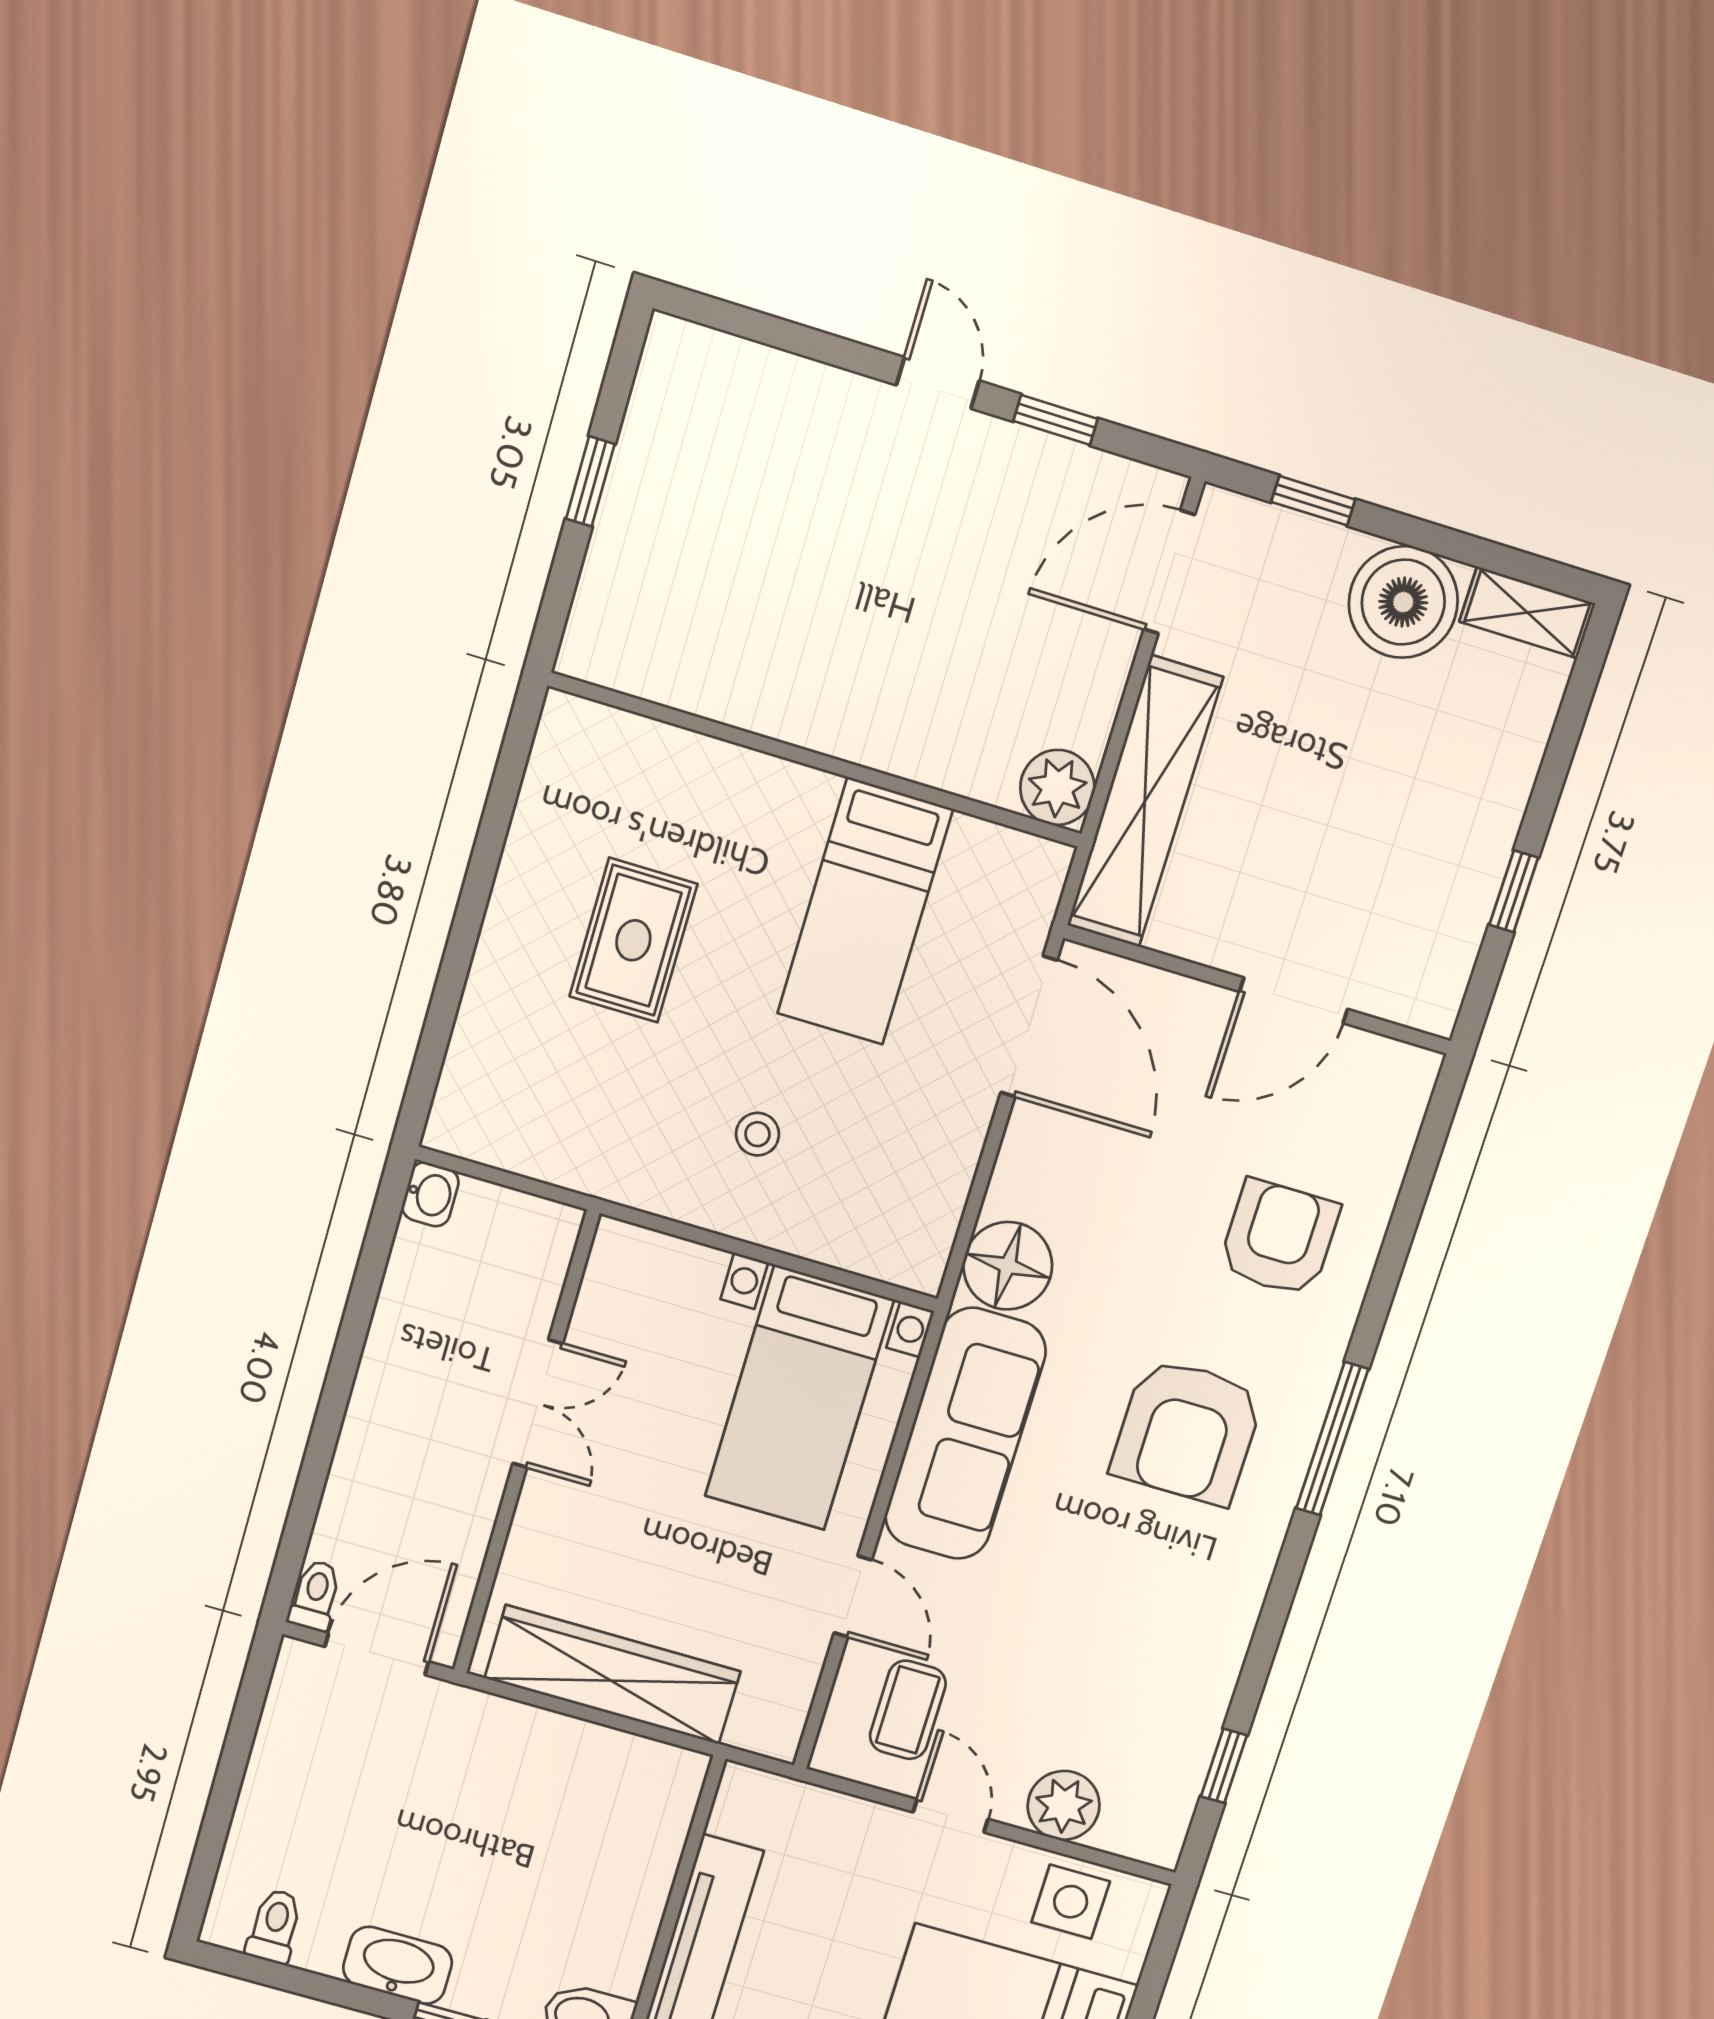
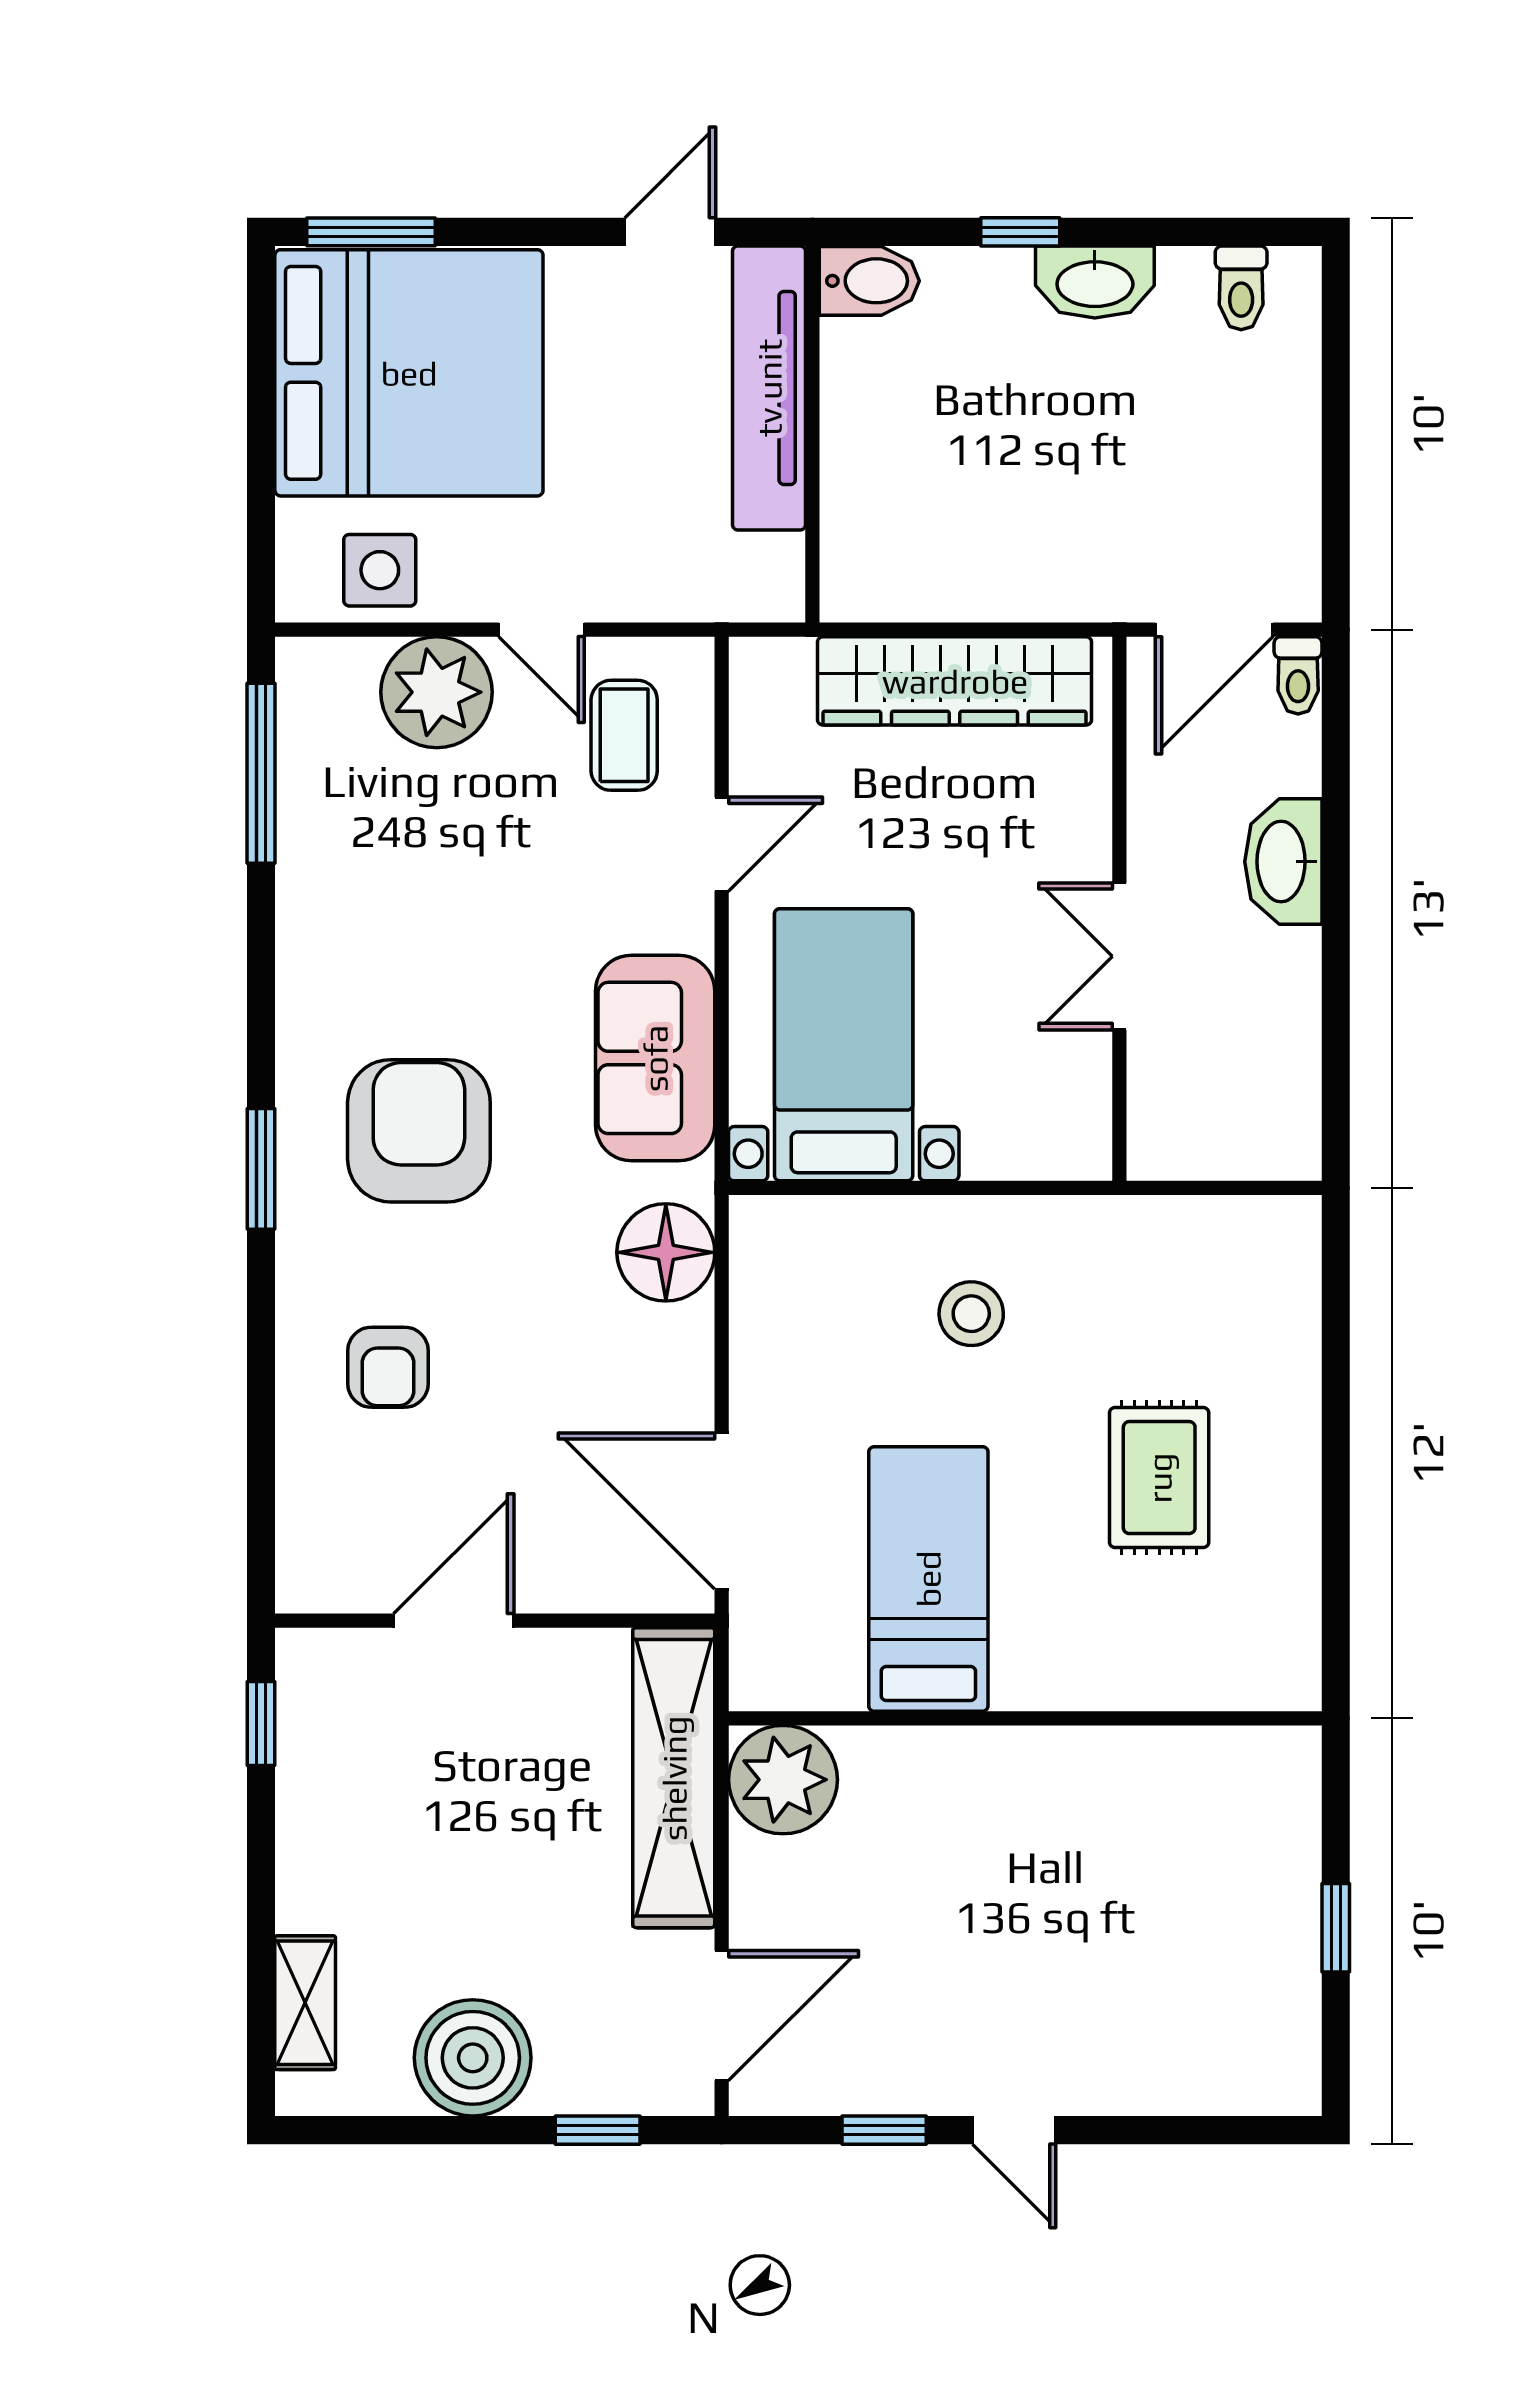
shelving: (1527, 612) -> (305, 2003), moved, turned 90
plant: (1057, 787) -> (783, 1780), width x1.36, depth x1.36
window: (1514, 891) -> (261, 1724), moved
stool: (757, 1134) -> (971, 1314), width x1.37, depth x1.37
washbasin: (430, 1194) -> (1283, 862), moved, width x1.91, depth x1.45
armchair: (1279, 1238) -> (388, 1367), width x0.72, depth x0.72
sofa: (965, 1434) -> (655, 1058), width x0.73
window: (1332, 1439) -> (261, 1169), width x0.69
door: (853, 1596) -> (722, 844), swing flipped
window: (1224, 1766) -> (261, 773), width x2.17
plant: (1064, 1805) -> (437, 692), width x1.36, depth x1.36

